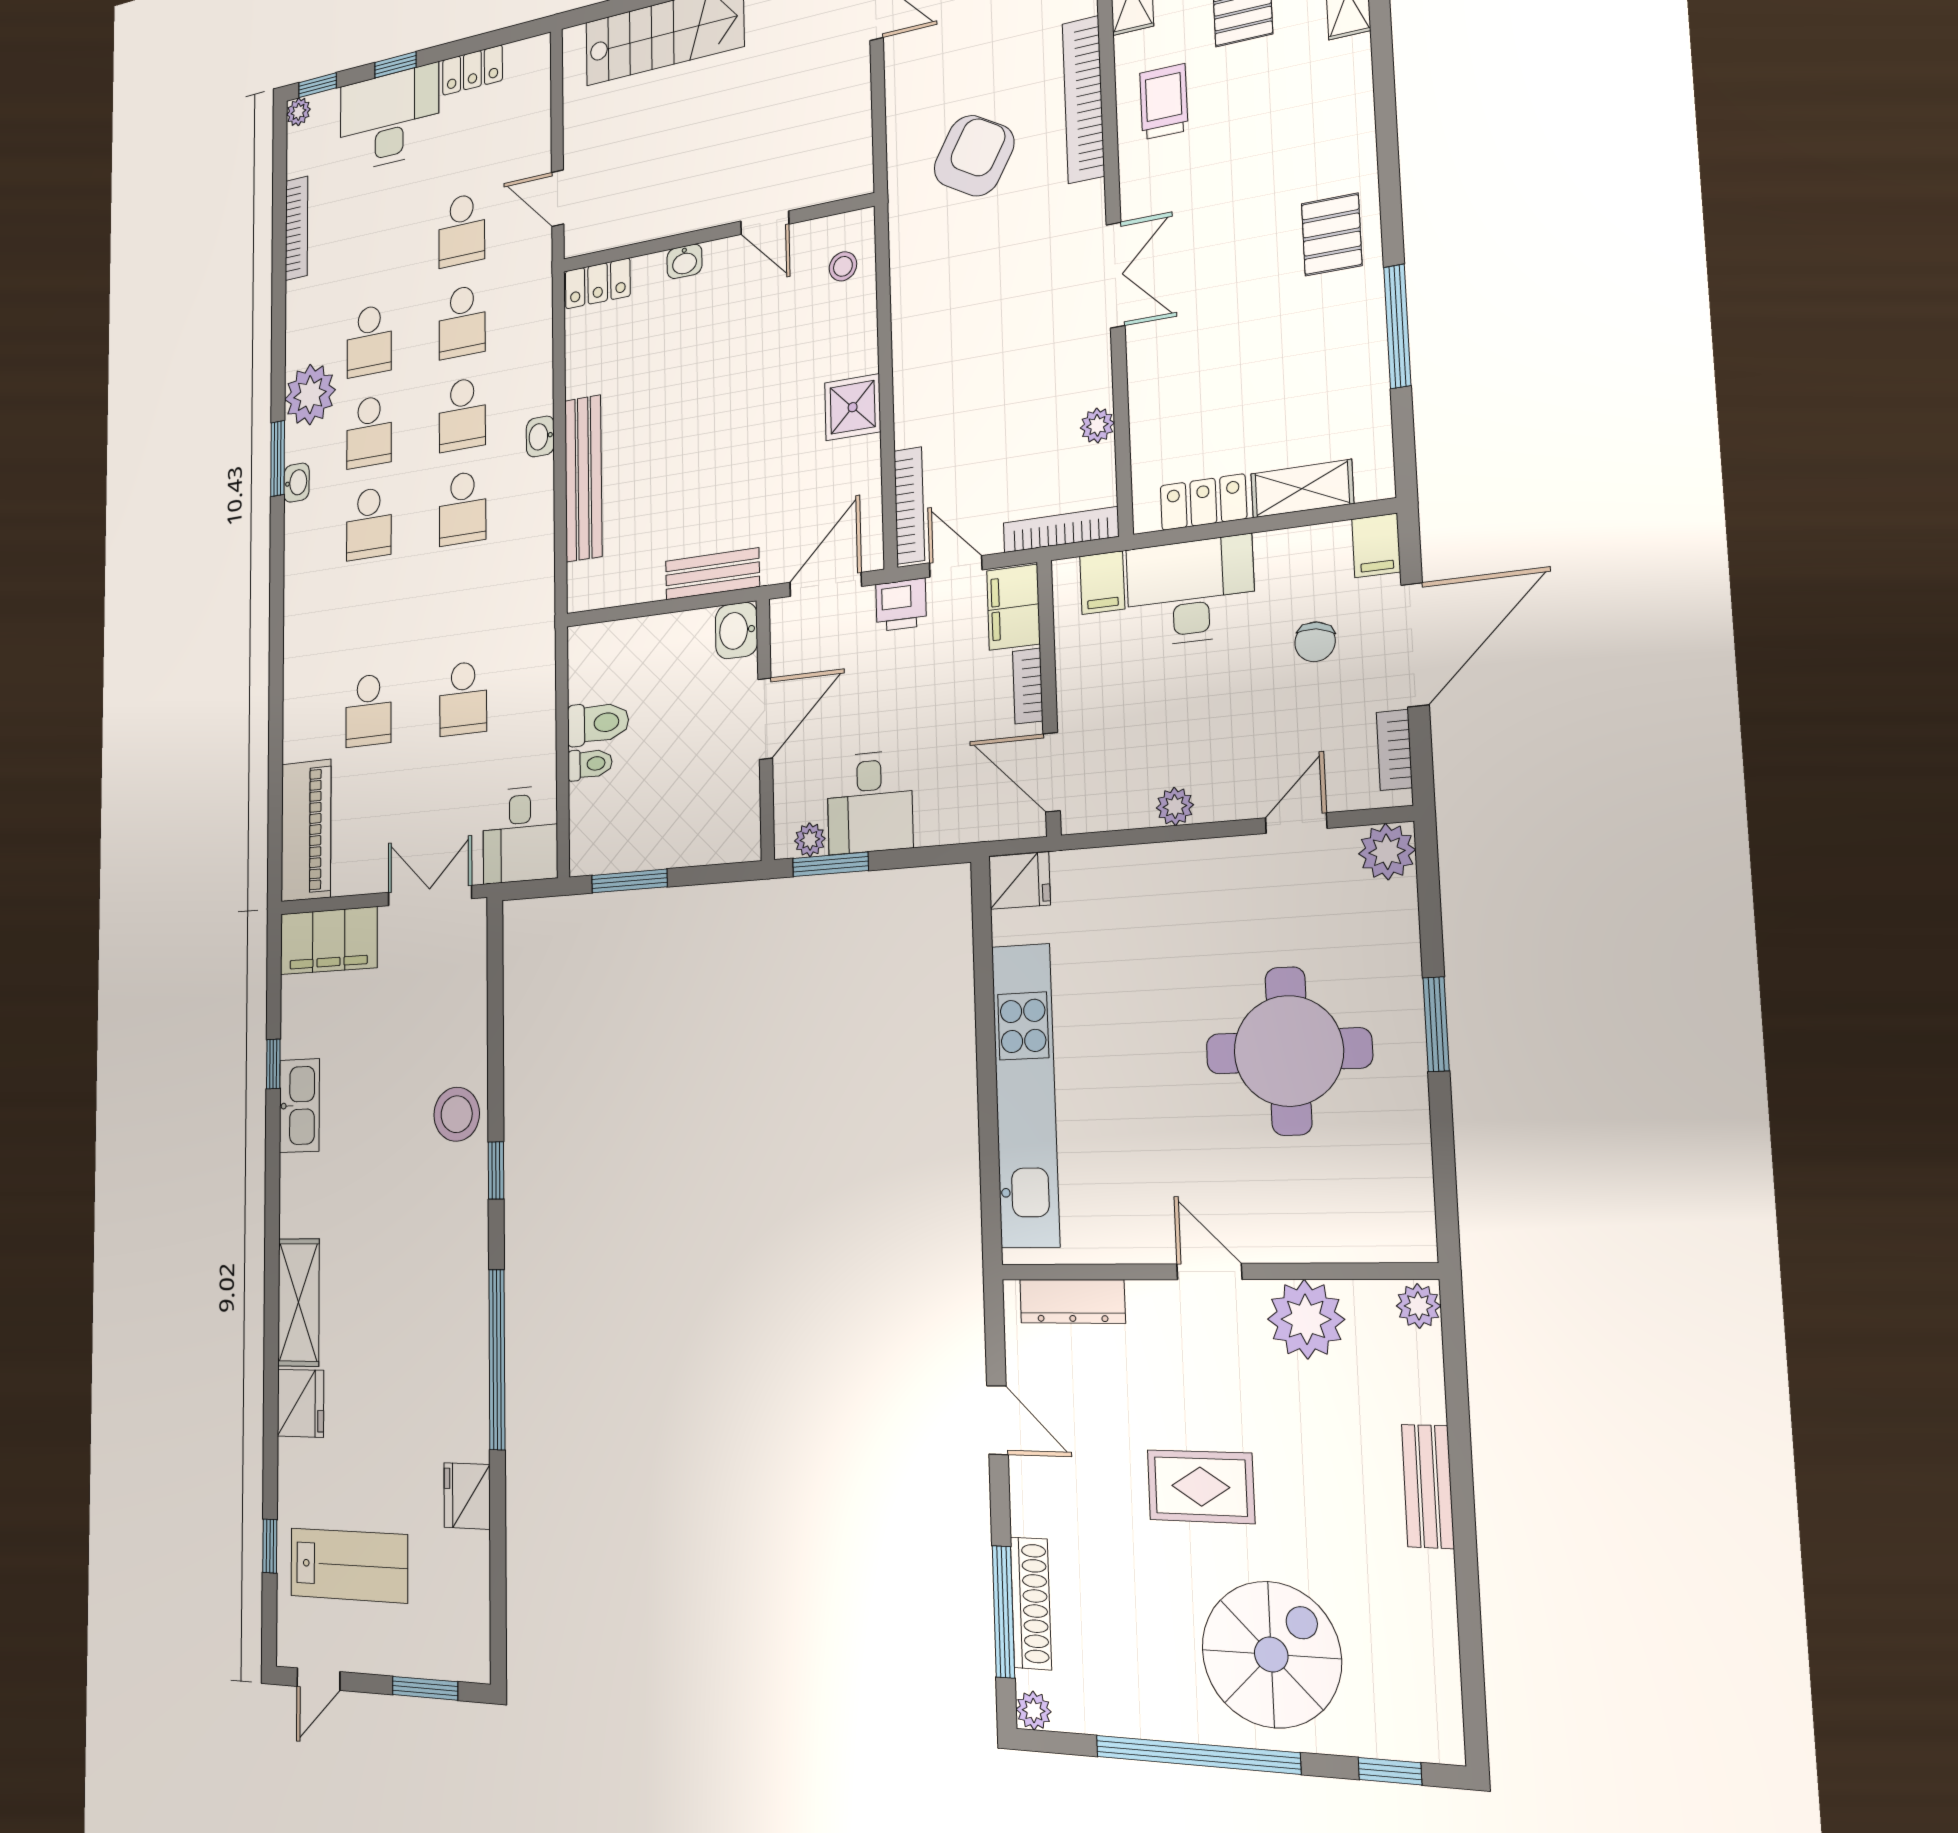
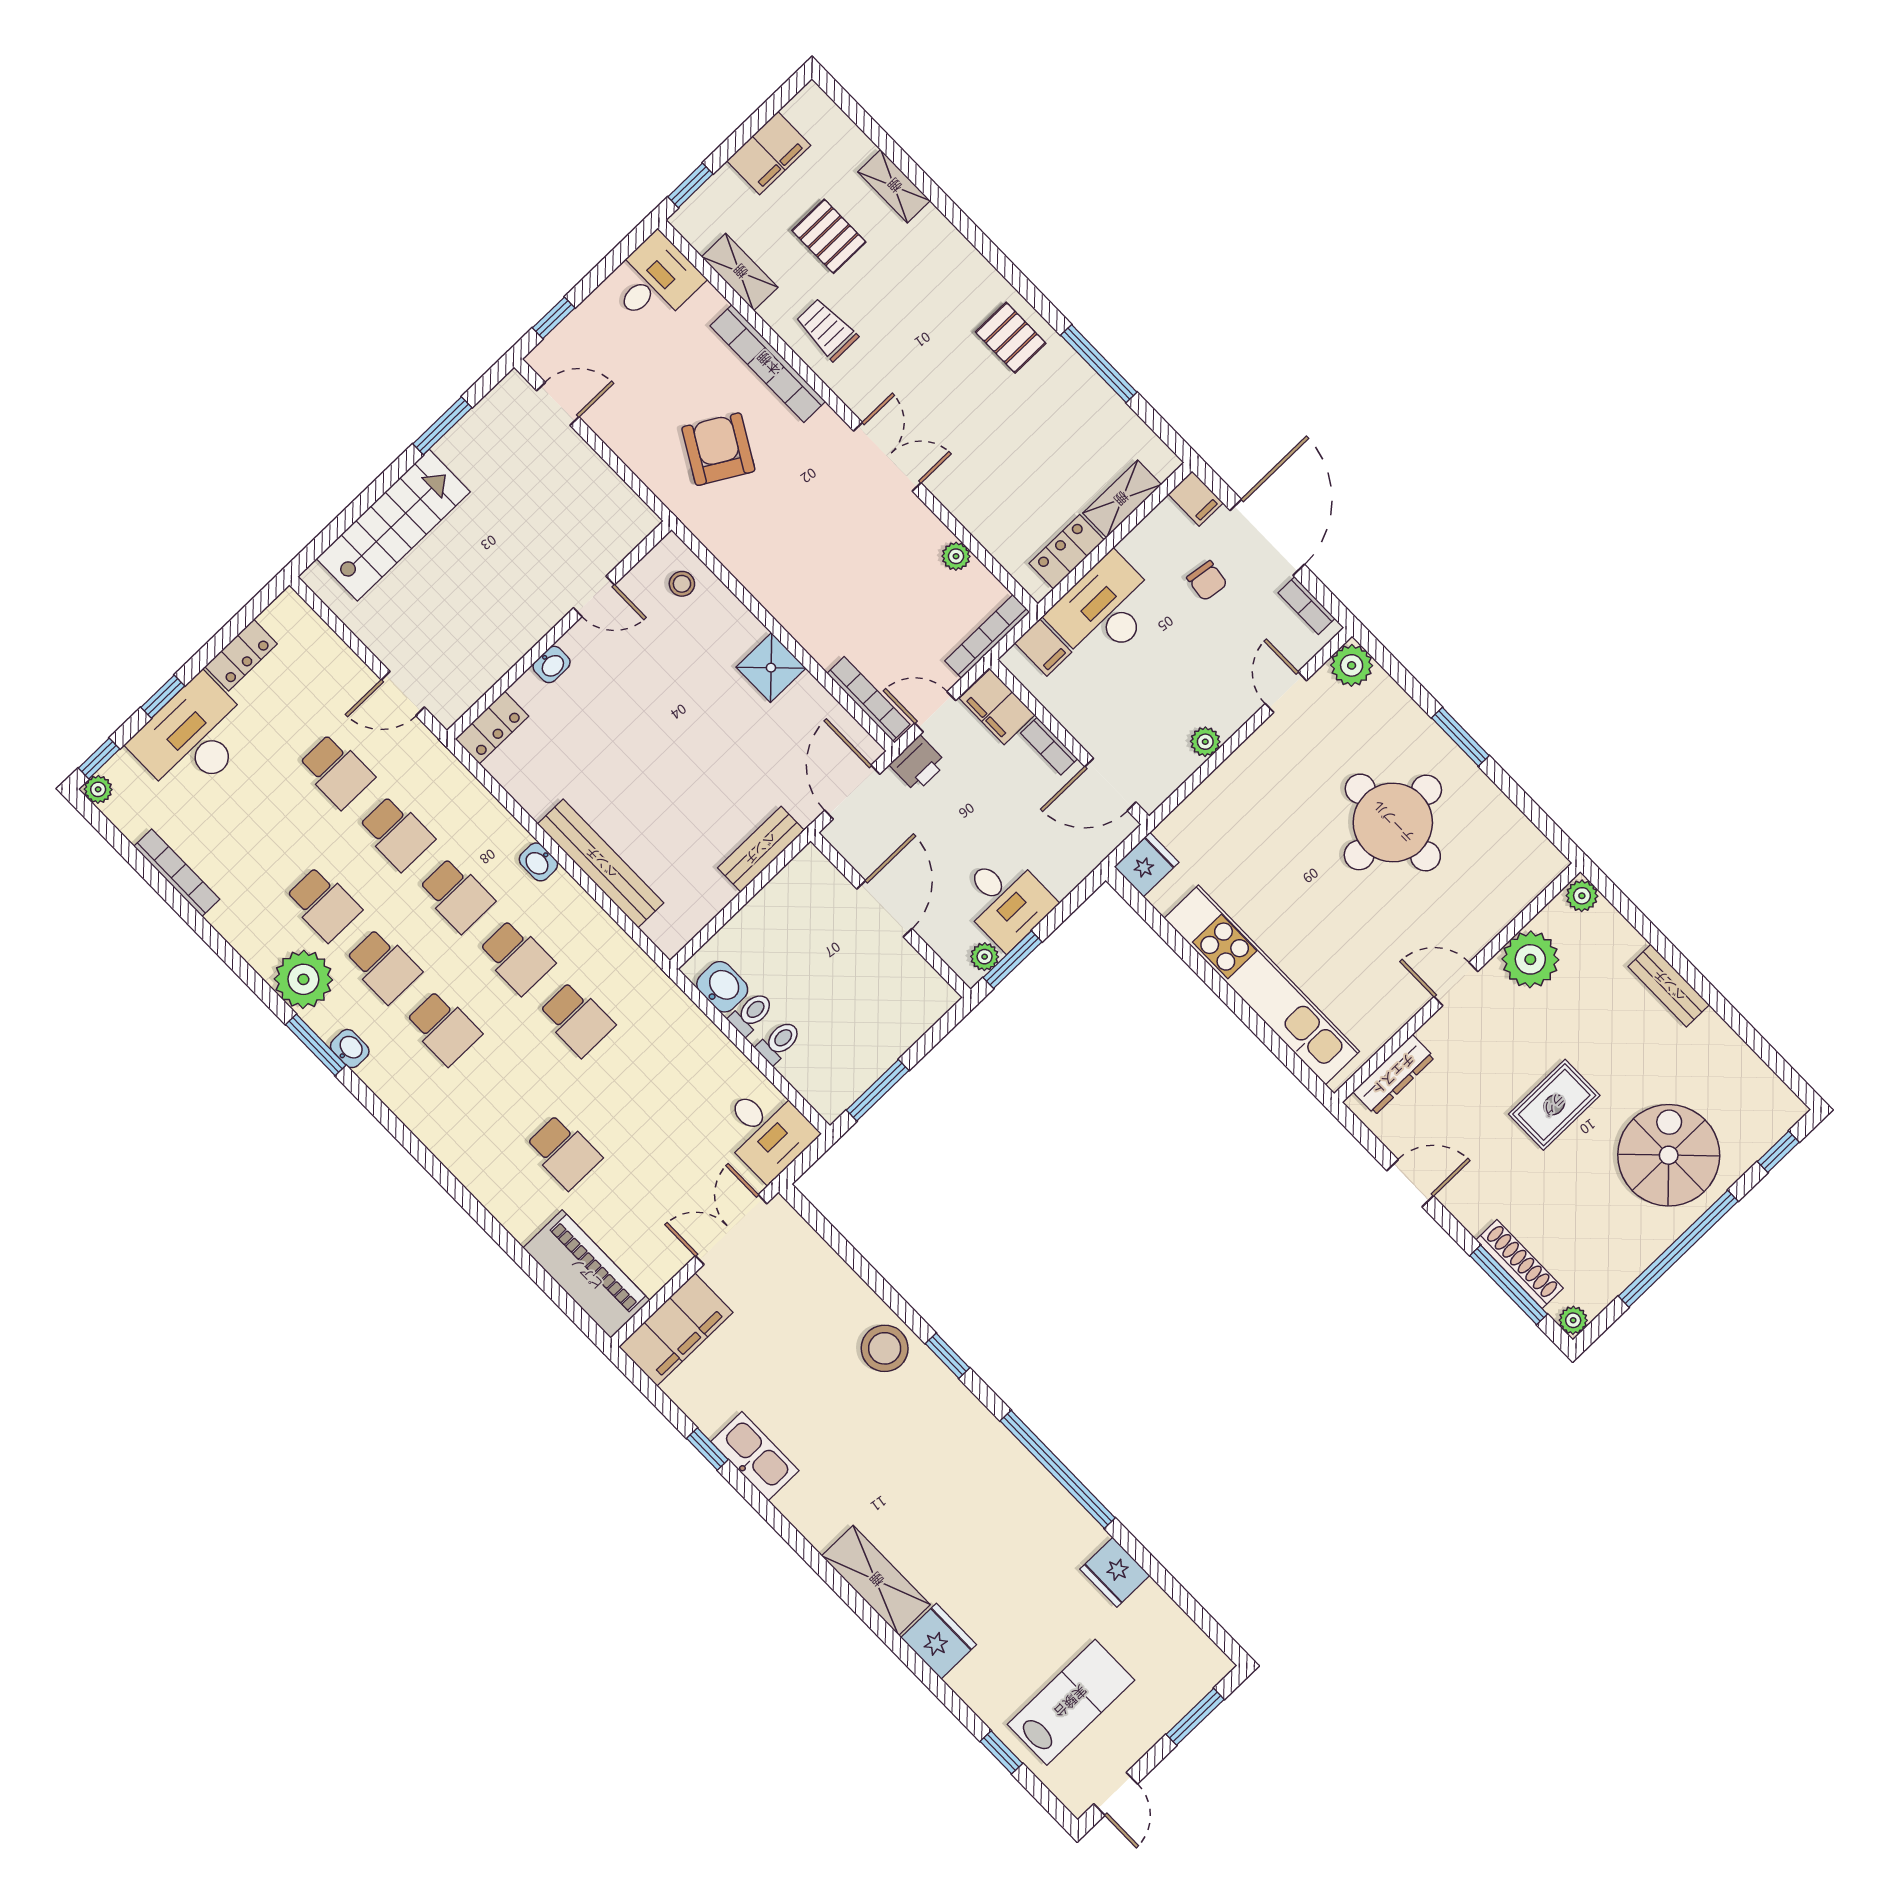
washbasin: (736, 631) -> (722, 987), moved, turned 180
school desk: (463, 698) -> (577, 1019), moved
toilet: (598, 723) -> (751, 1014), width x0.73, depth x0.72

